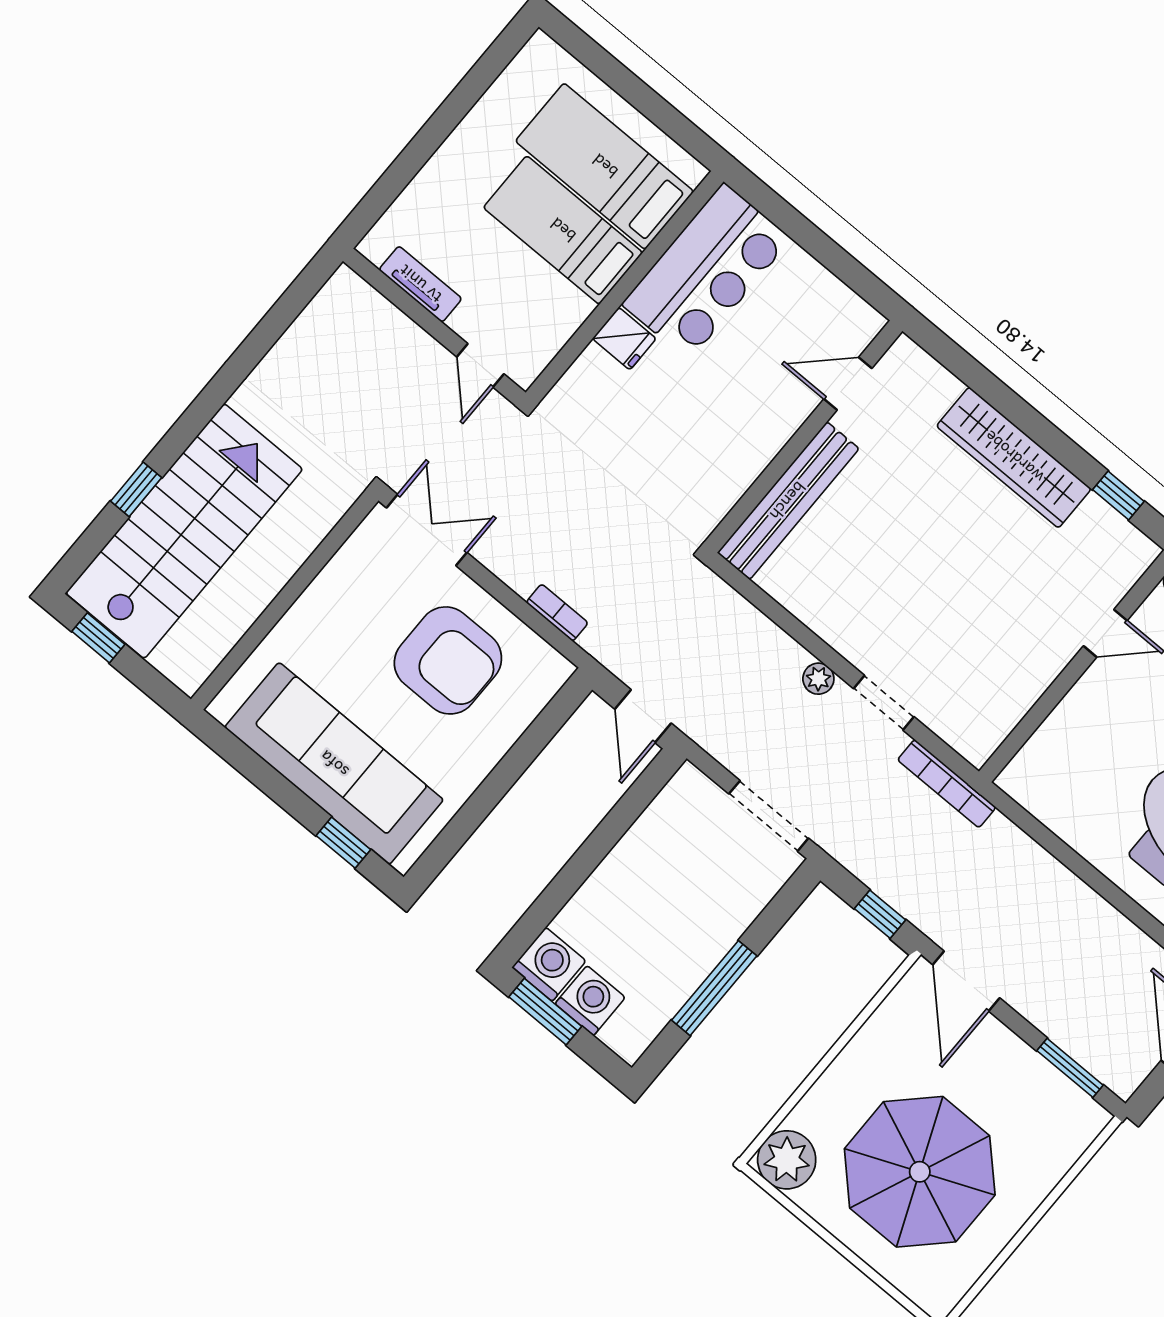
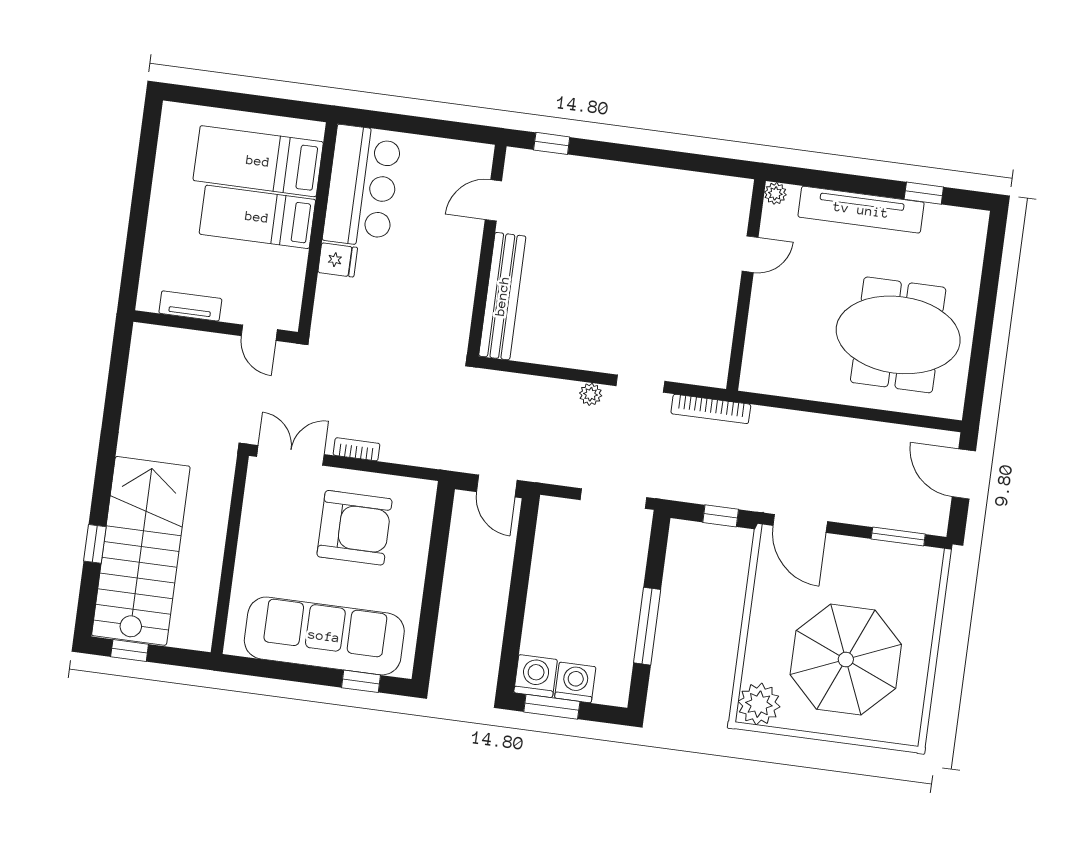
wardrobe: (1014, 457) -> (625, 181), removed
window: (1118, 495) -> (552, 143), moved
bookcase: (557, 613) -> (357, 449), moved

